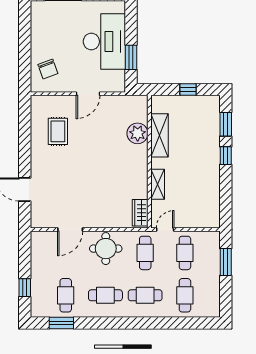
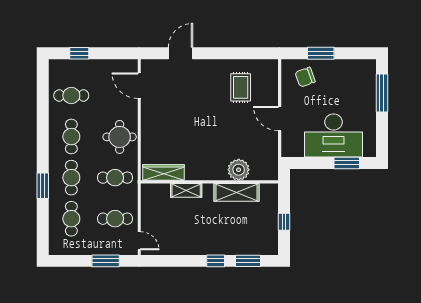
window: (25, 54) -> (321, 53), added
window: (131, 57) -> (347, 163), moved
rug: (58, 131) -> (241, 87), turned 90
wardrobe: (140, 213) -> (163, 172), width x1.50
door: (70, 230) -> (139, 86), moved
door: (165, 230) -> (139, 241), moved
cafe table: (185, 295) -> (71, 219), turned 90
window: (61, 323) -> (43, 186), moved

